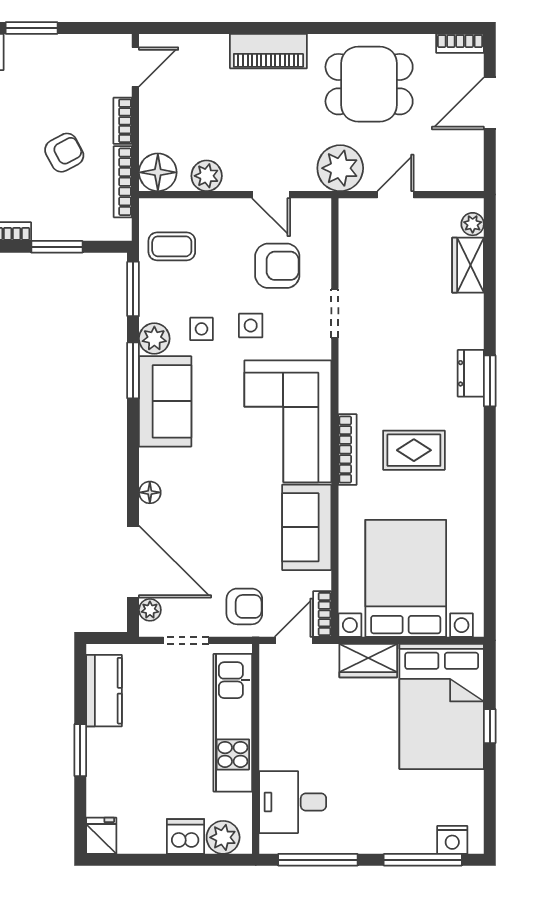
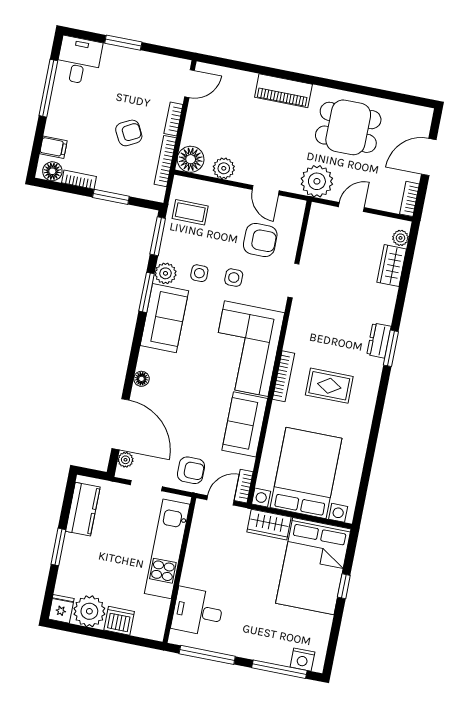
bookcase: (460, 43) -> (409, 199), moved, turned 90
plant: (223, 837) -> (89, 611), moved, width x1.36, depth x1.36

